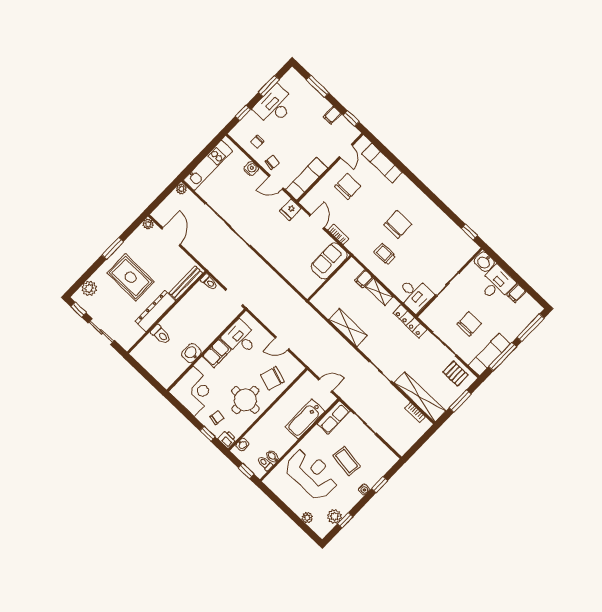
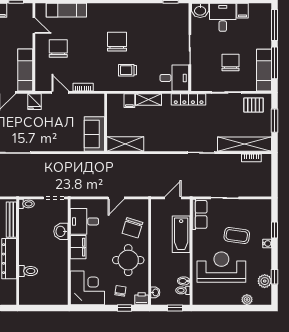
sofa: (329, 261) -> (94, 134), moved
shelving: (348, 328) -> (125, 144), moved
washbasin: (191, 353) -> (61, 231), moved

